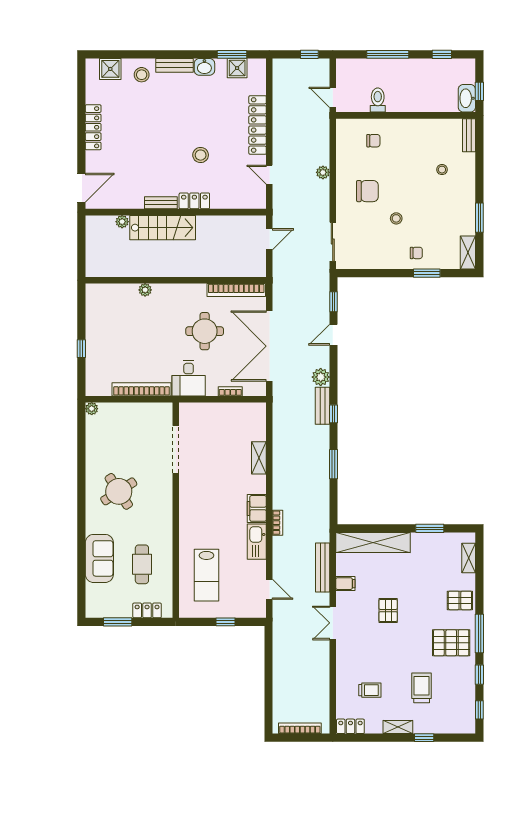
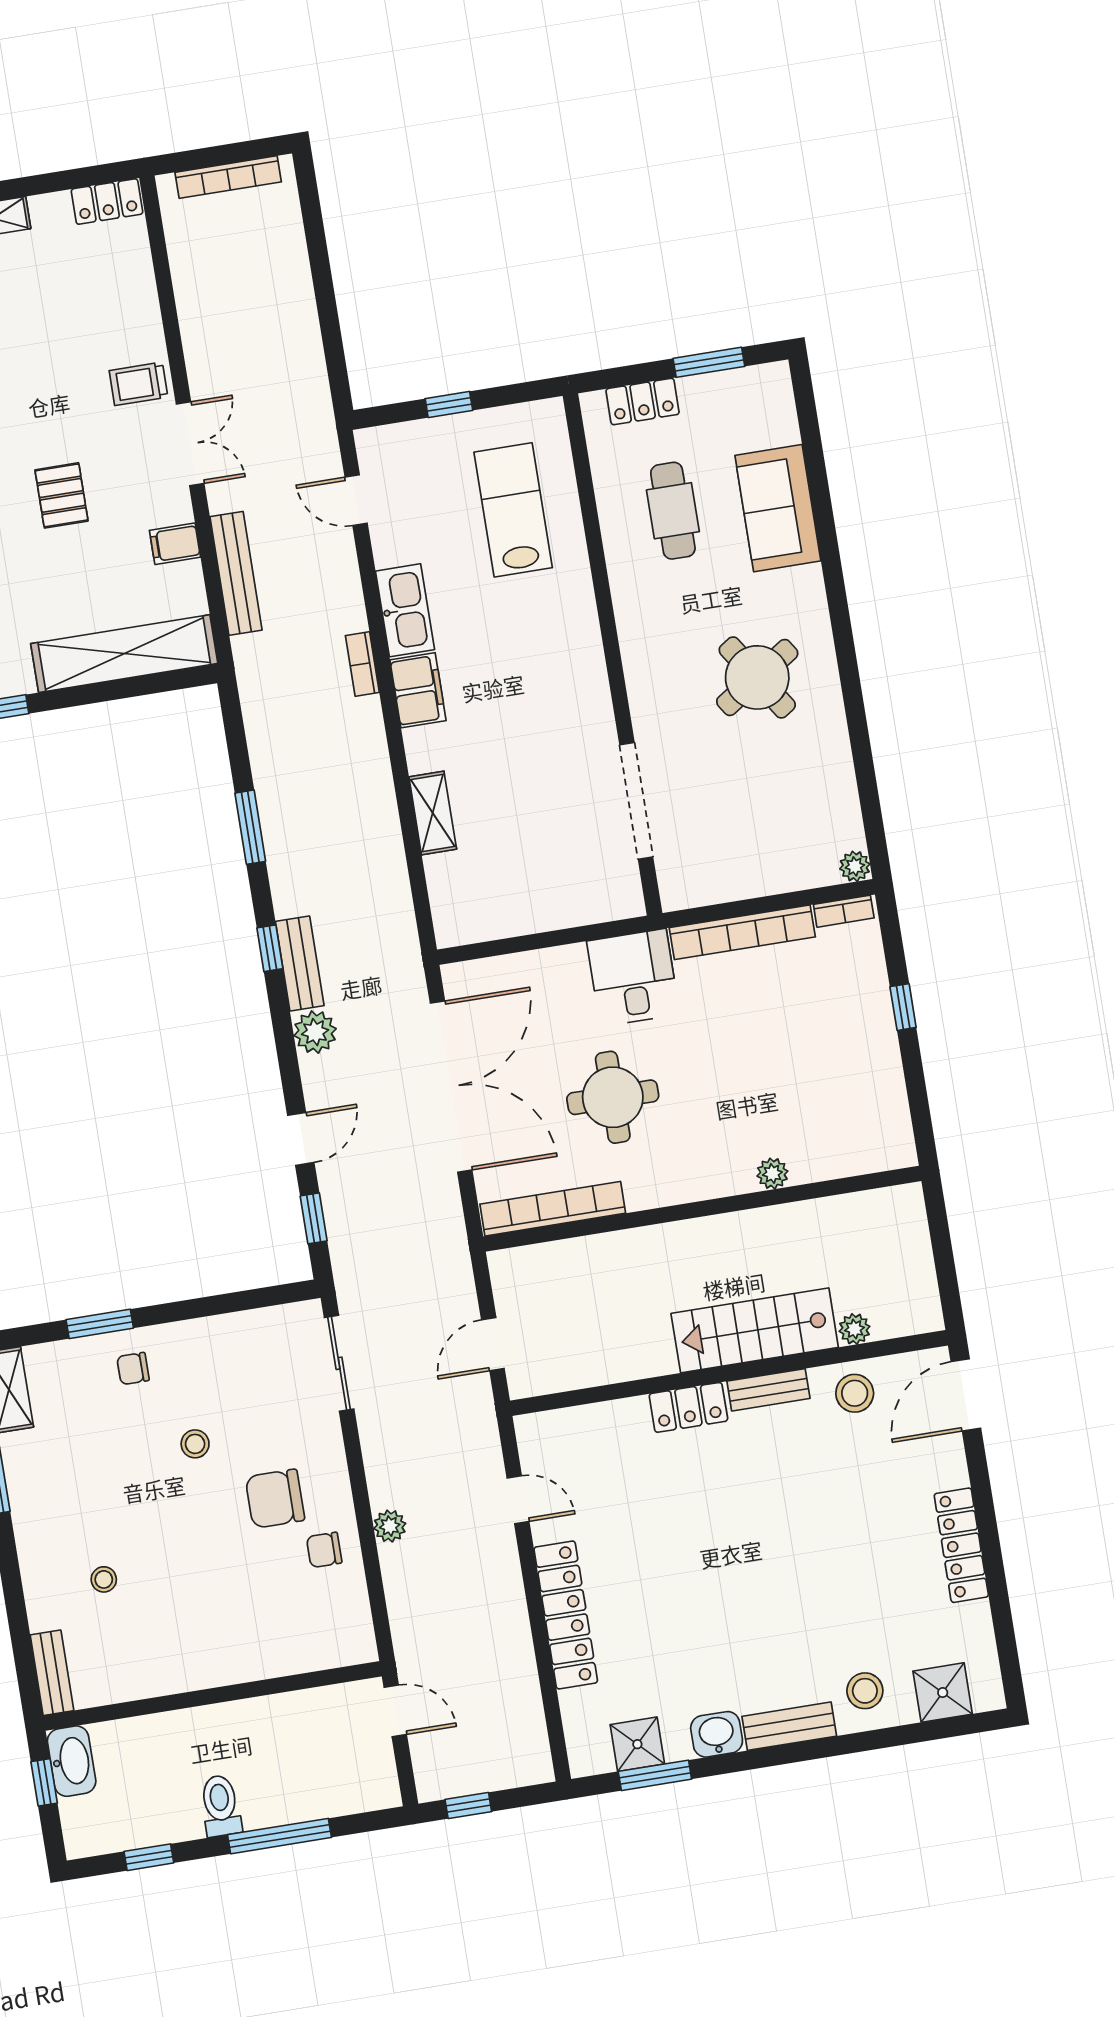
toilet: (378, 100) -> (221, 1806), moved, turned 180
chair: (373, 141) -> (324, 1550), moved
stool: (201, 155) -> (855, 1393), moved
bookcase: (230, 391) -> (844, 911), moved
trolley: (370, 690) -> (138, 384), moved

